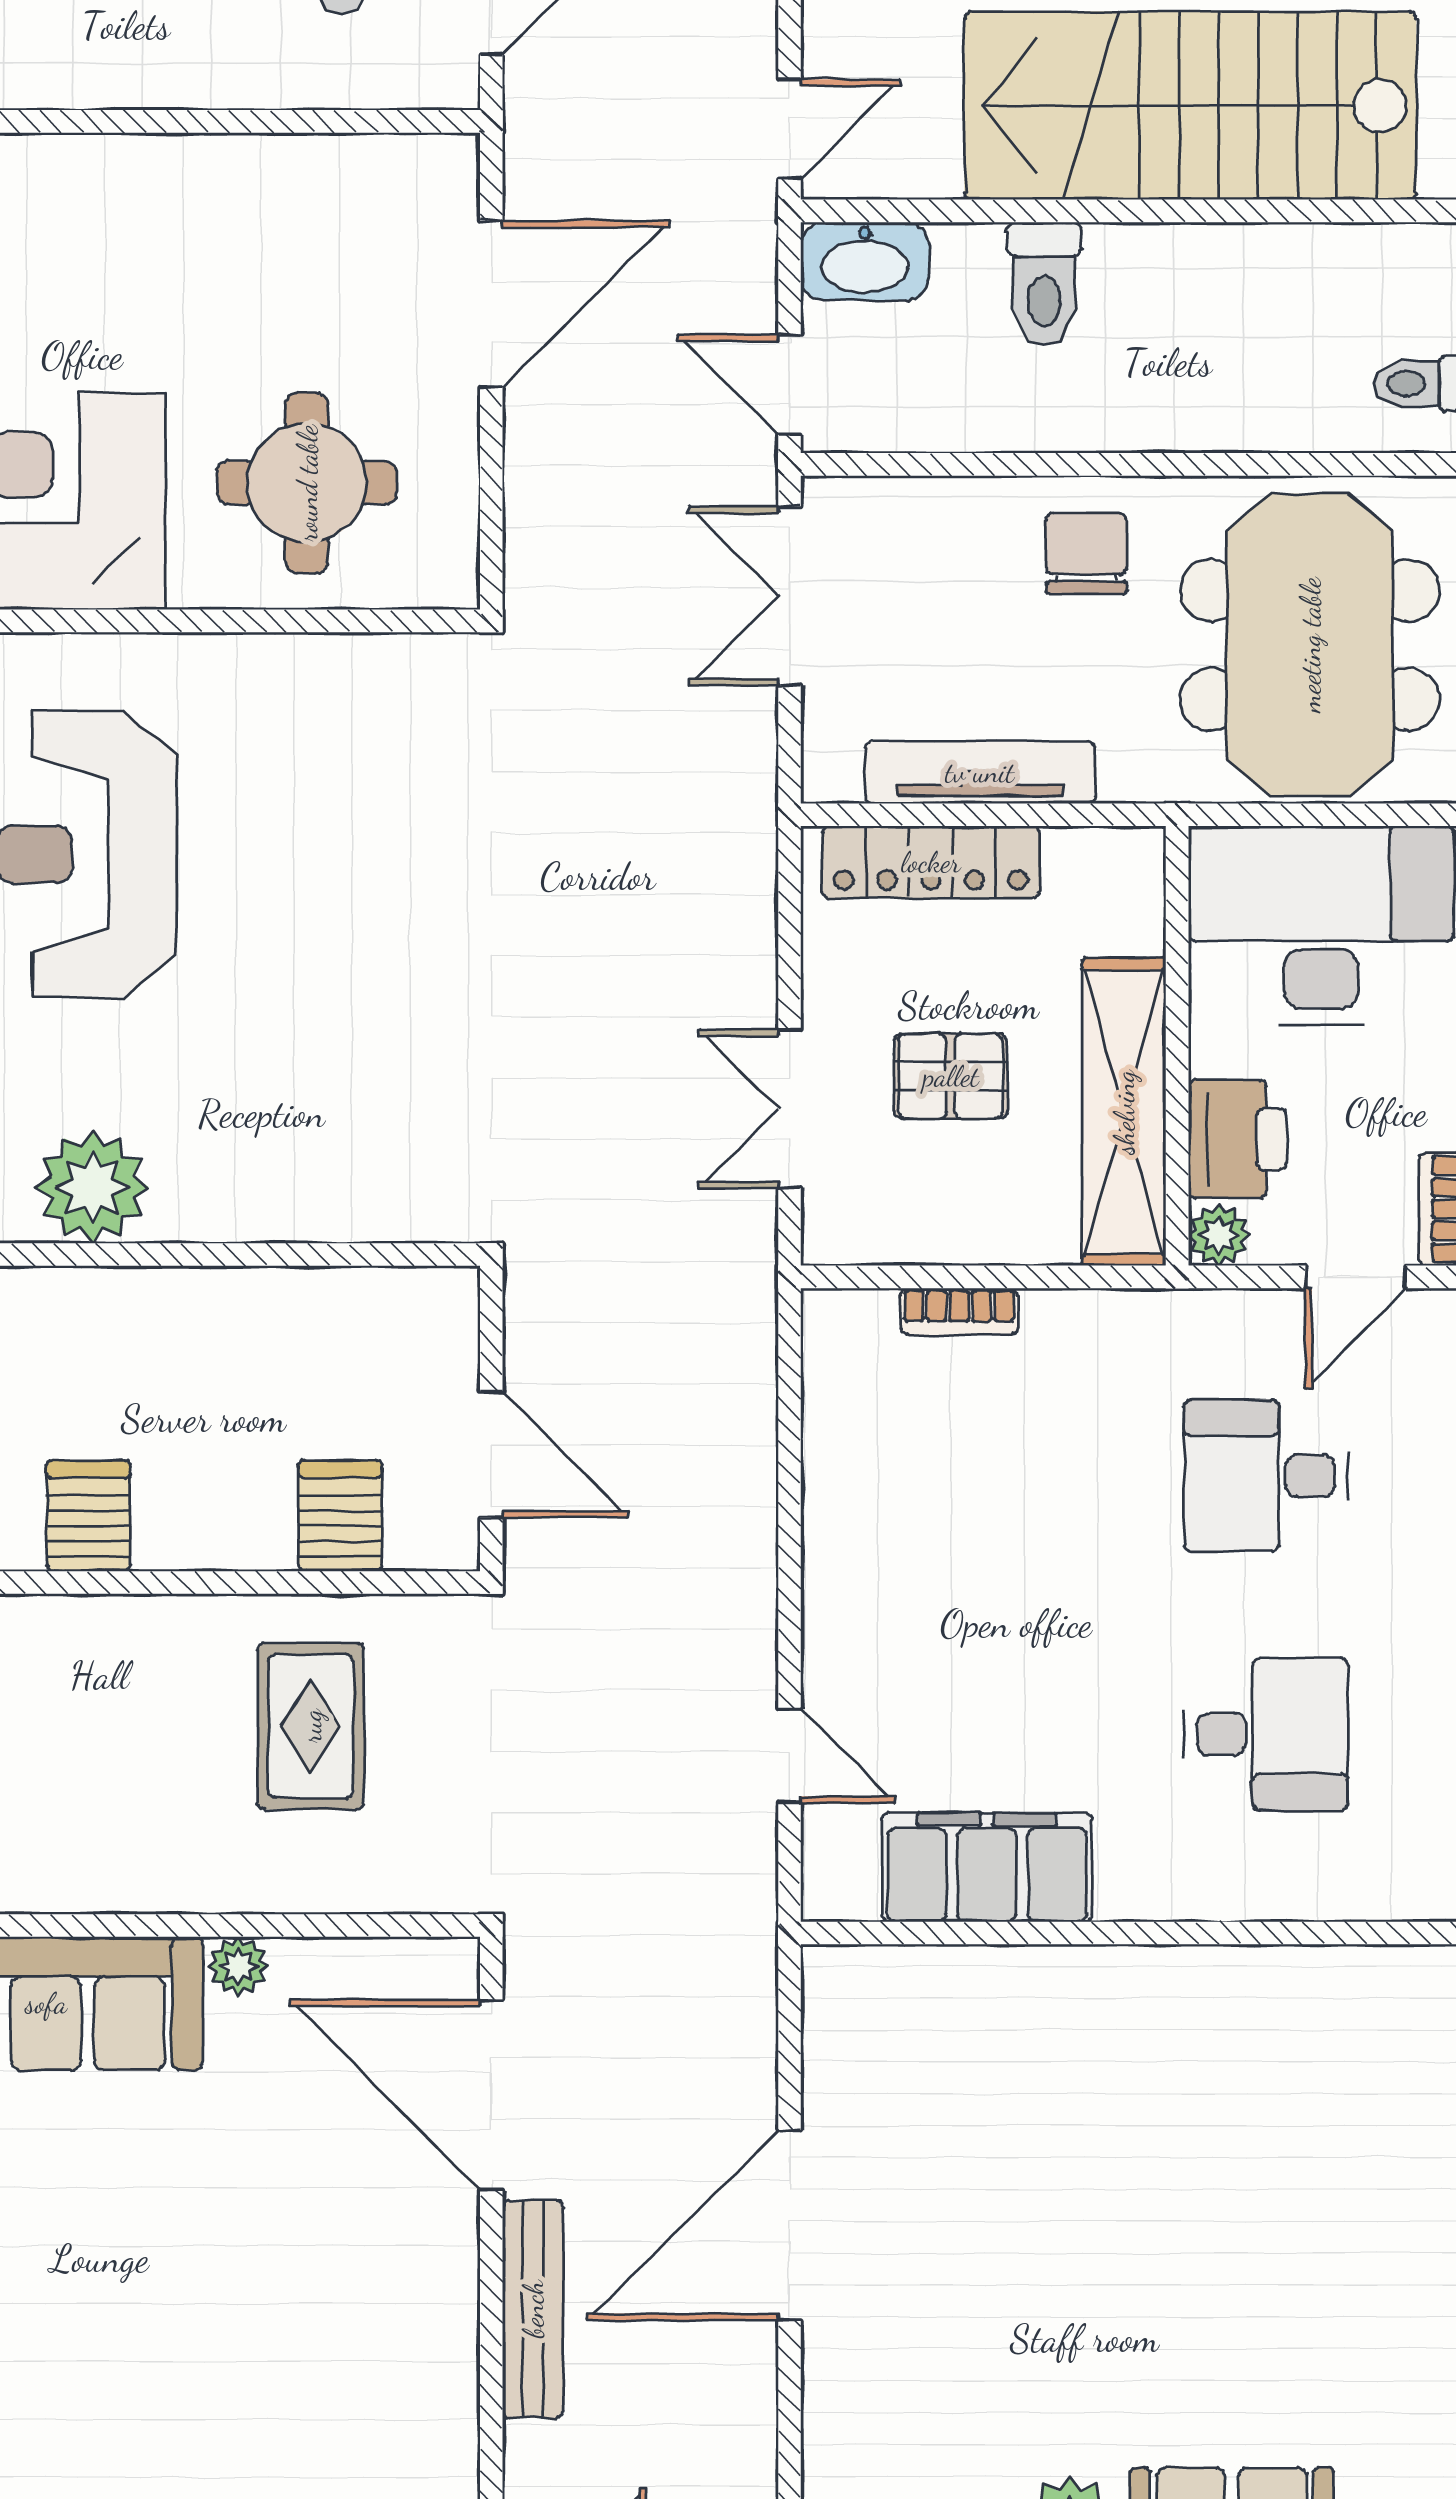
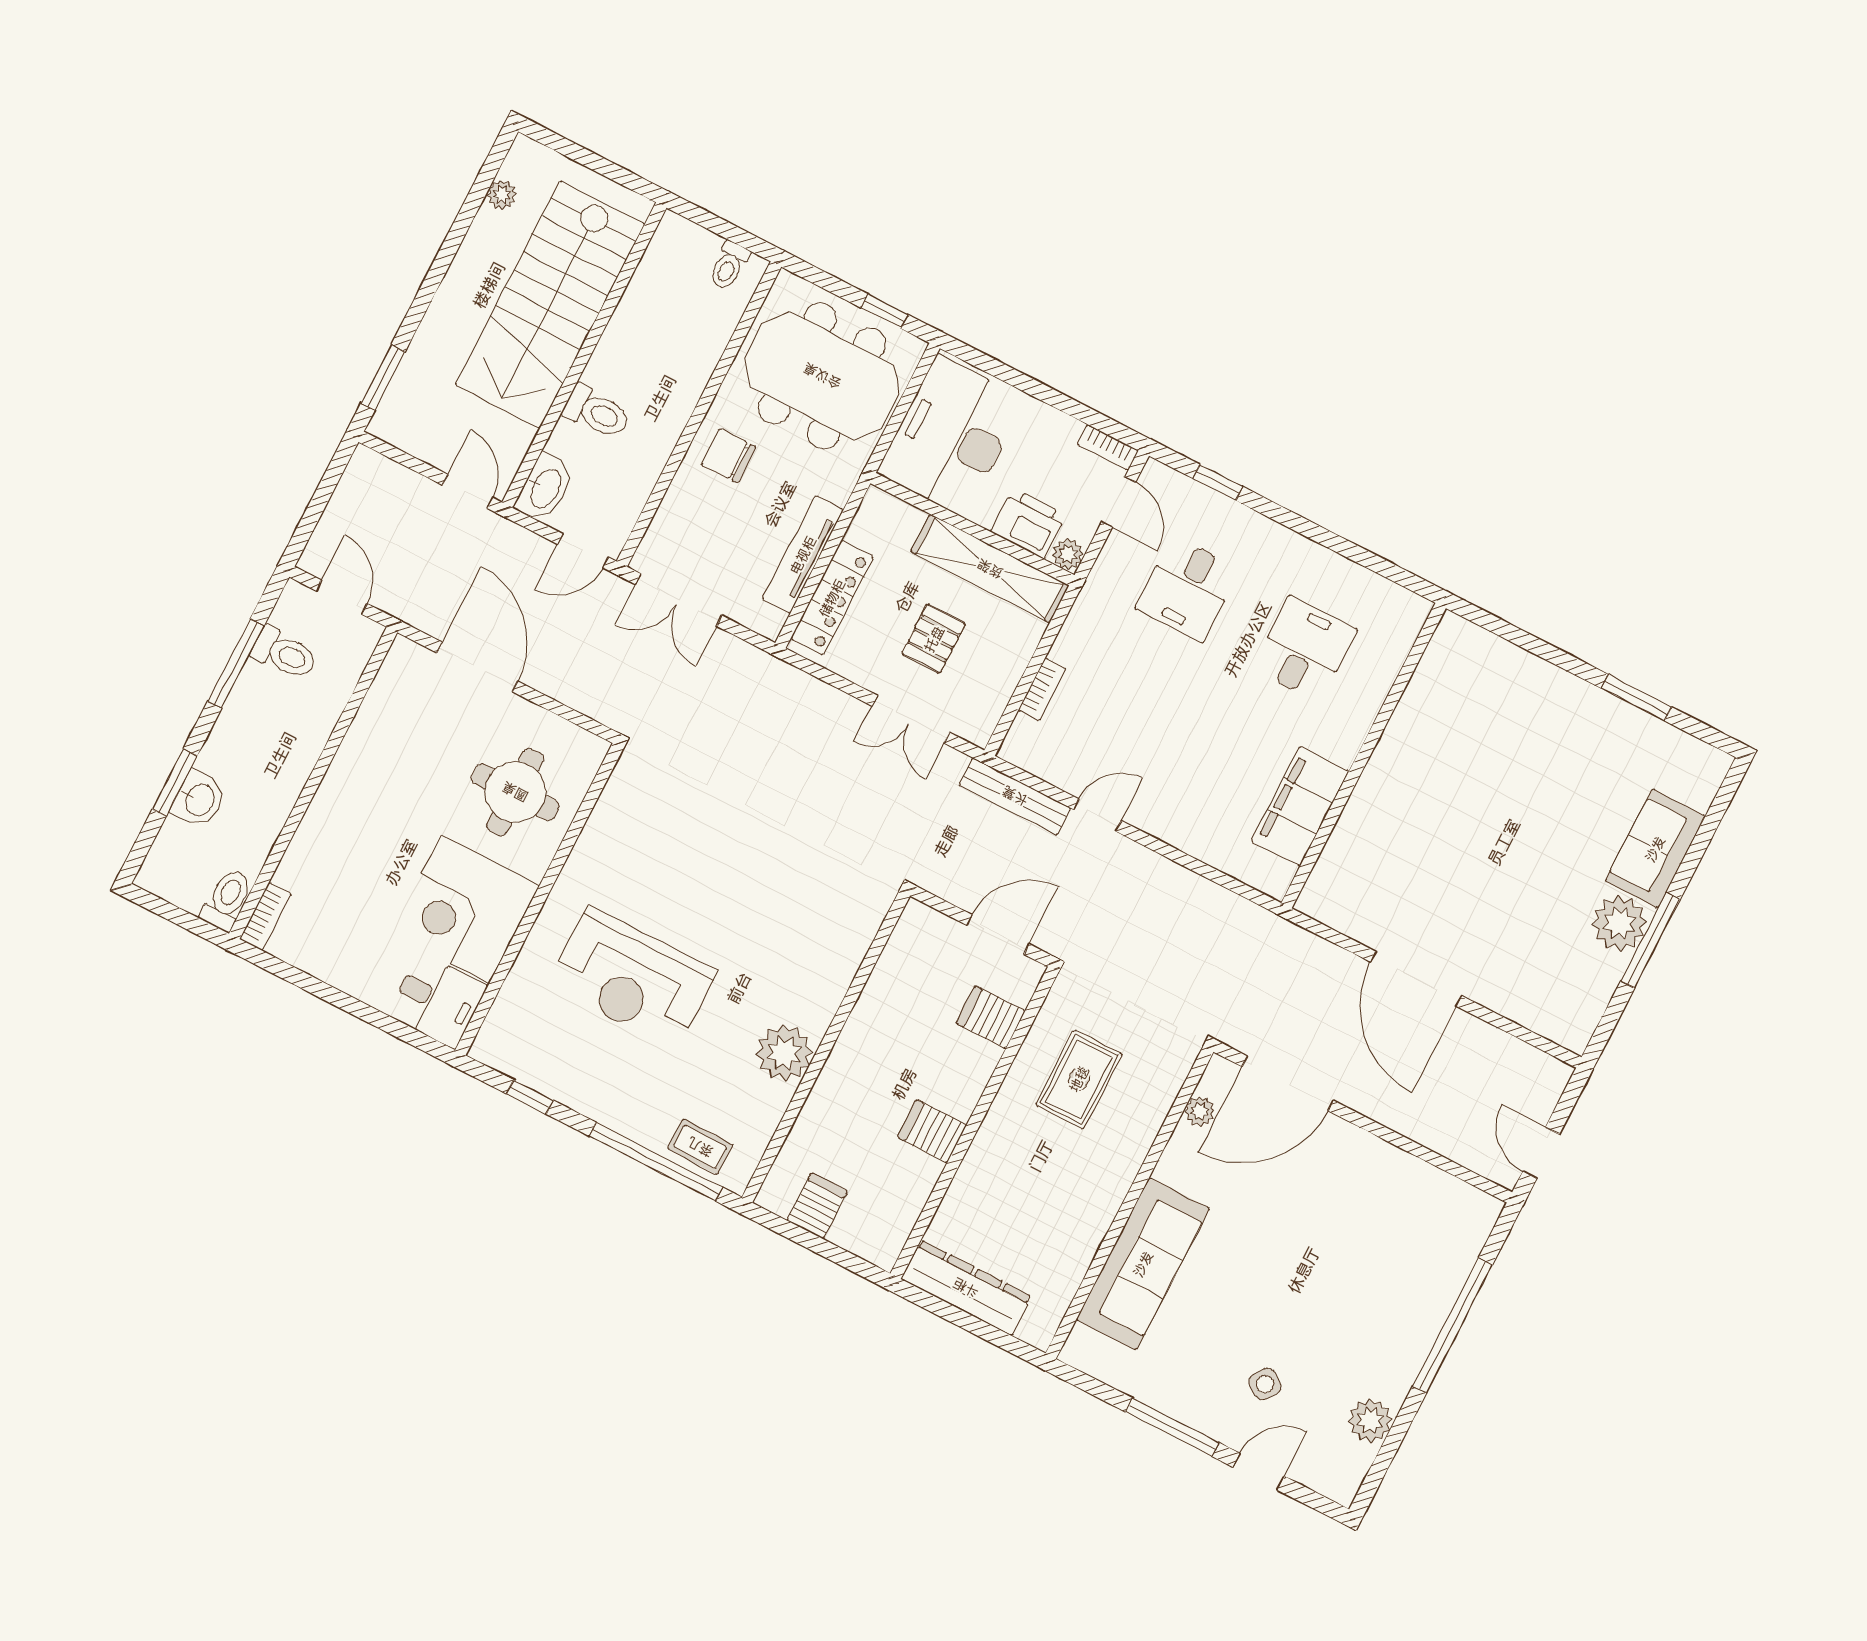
rug: (311, 1726) -> (1079, 1079), turned 90
door: (789, 1756) -> (1097, 815), moved
plant: (238, 1966) -> (1200, 1111), moved
bench: (533, 2309) -> (1015, 796), moved

